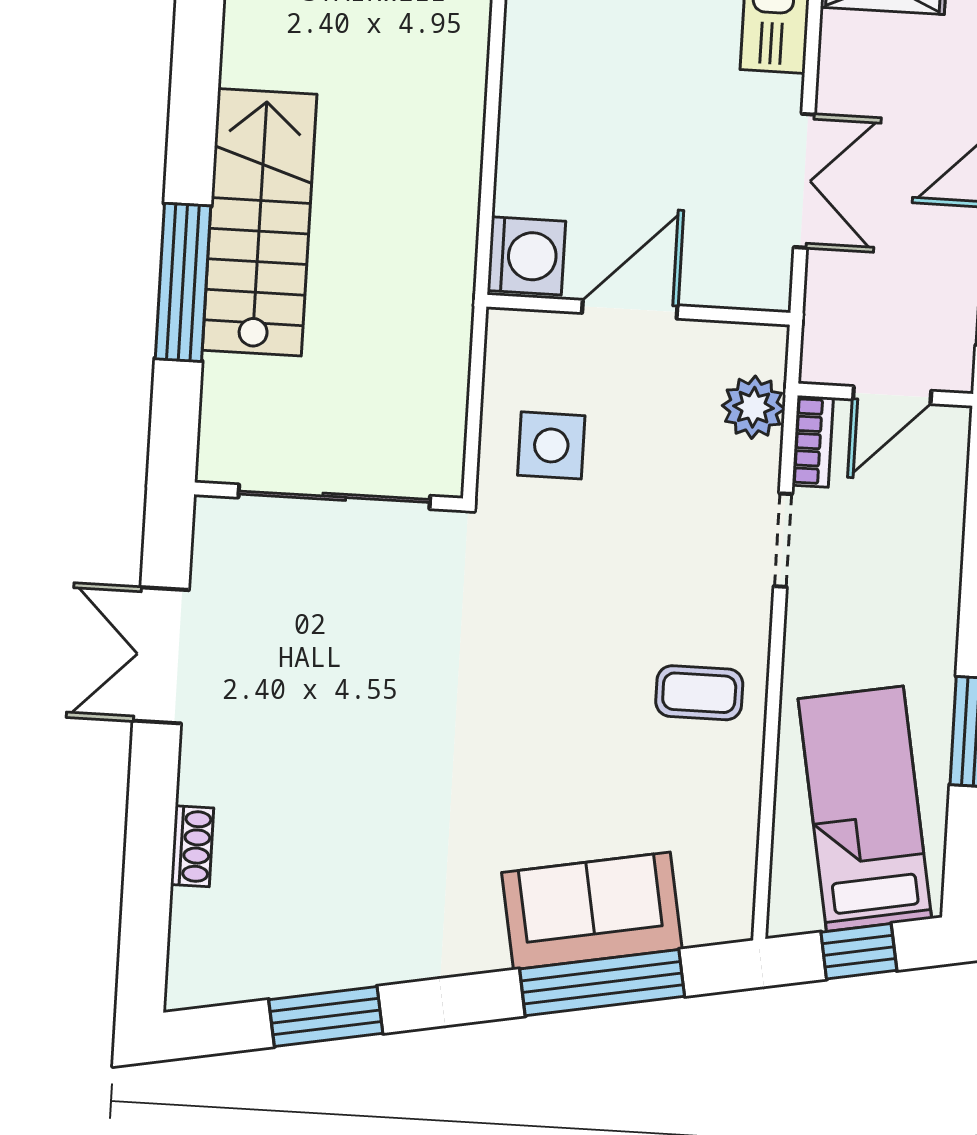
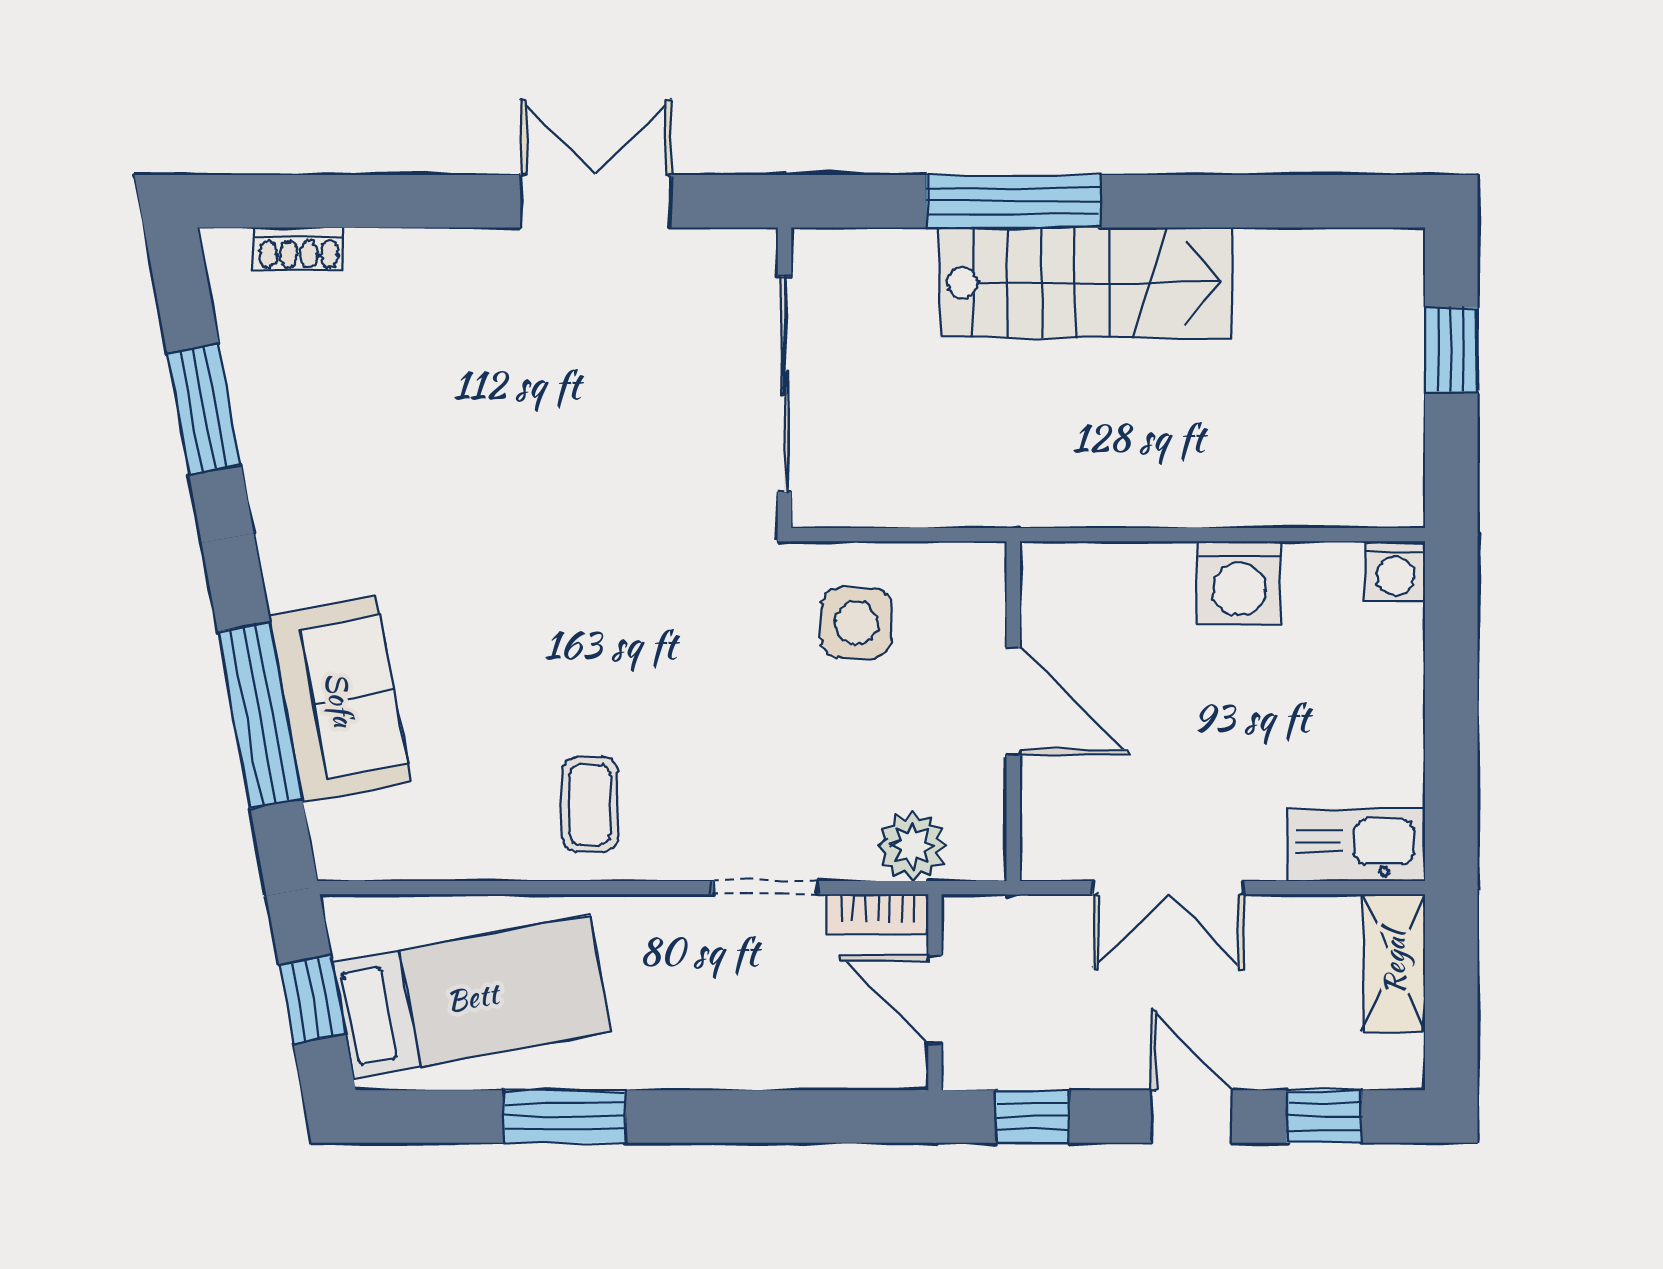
washing machine: (526, 256) -> (1240, 583), moved
shoe rack: (192, 846) -> (299, 249), moved

